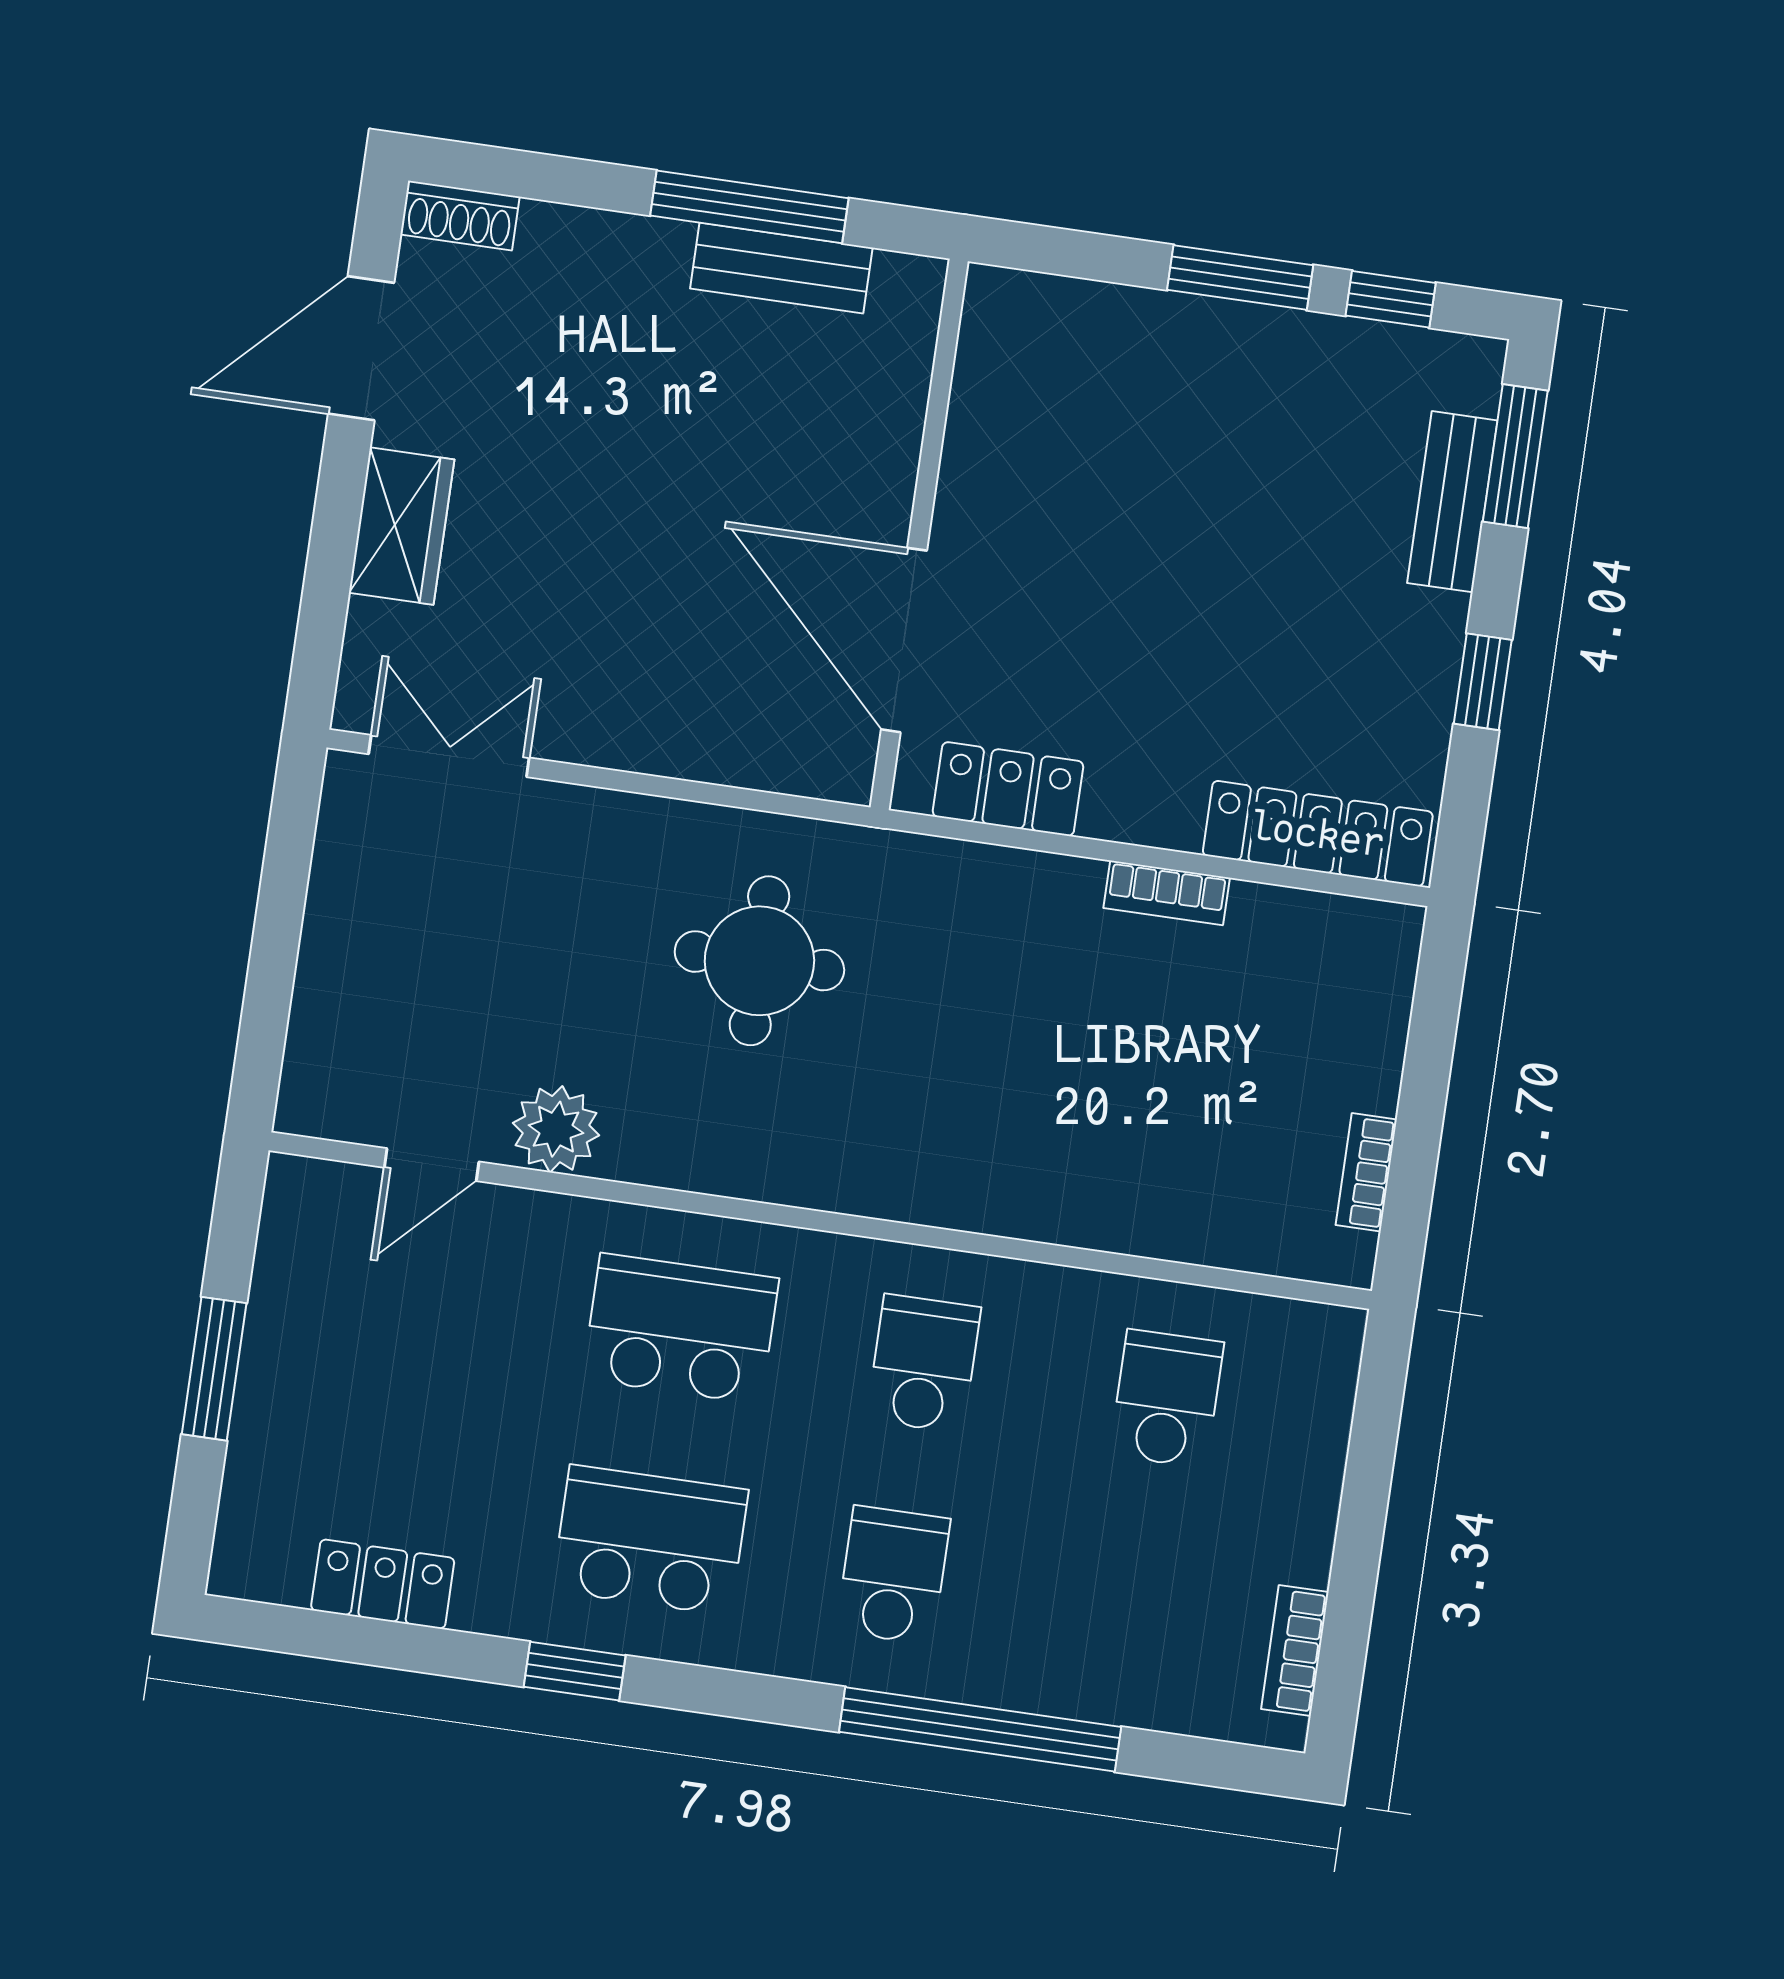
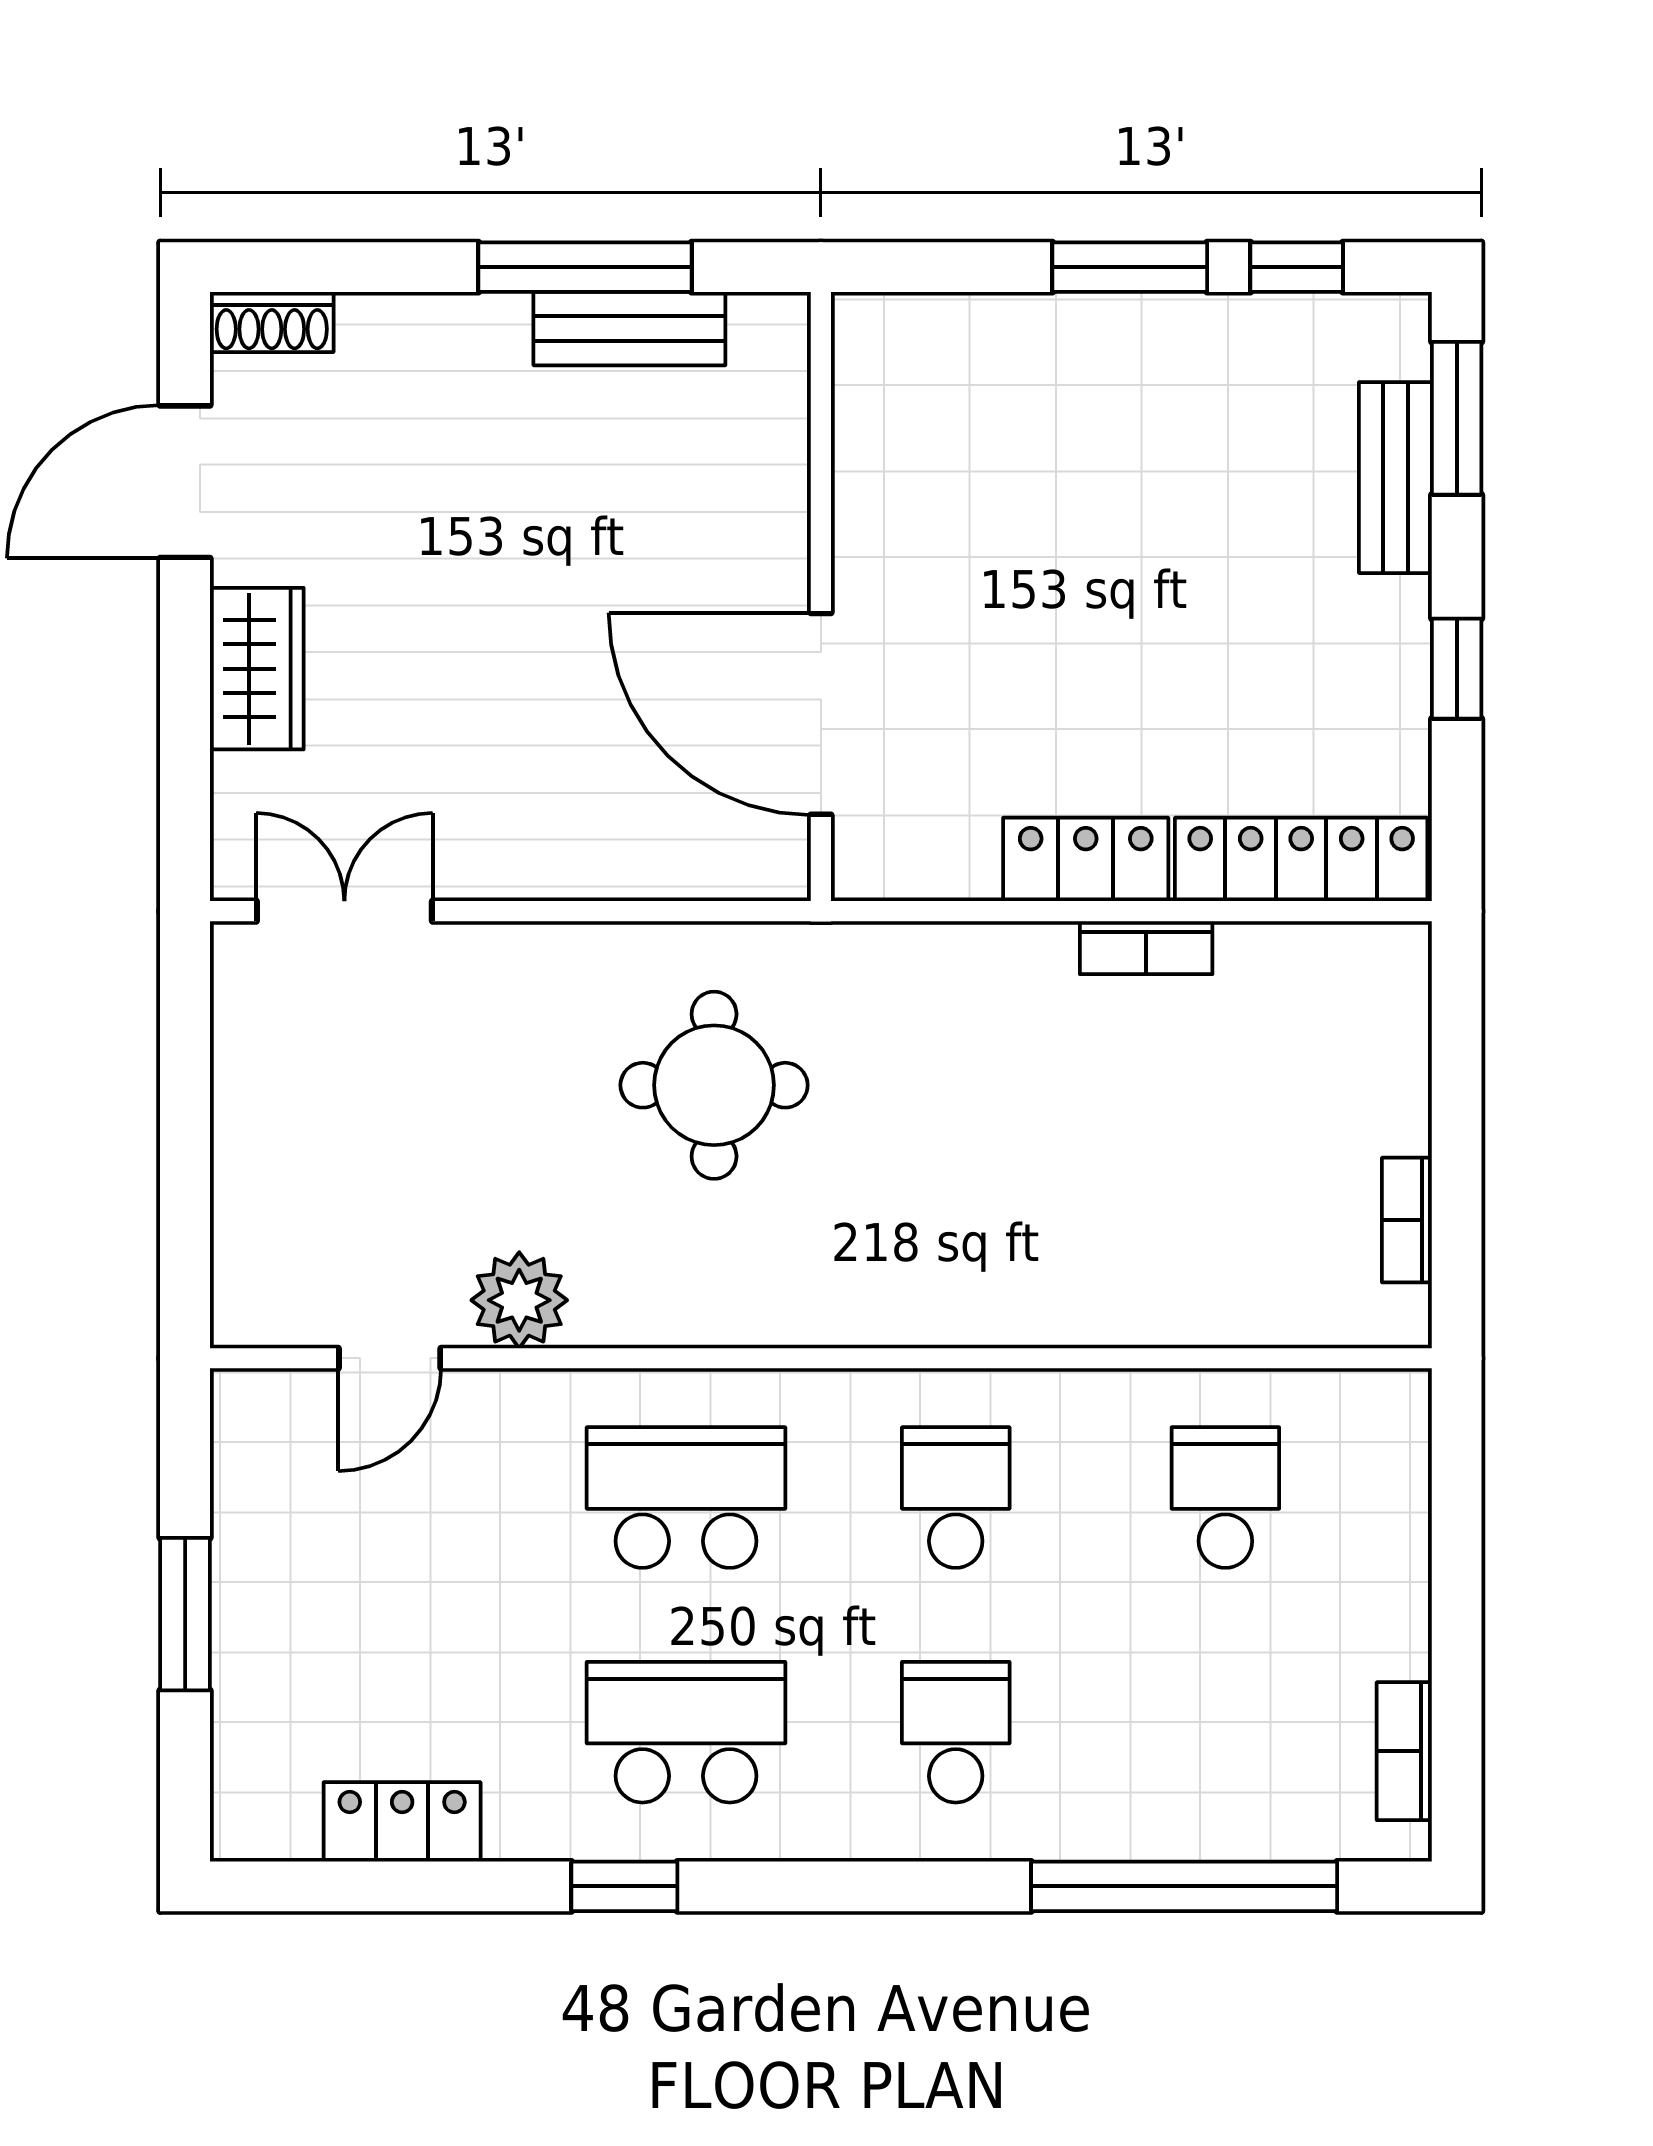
locker: (1008, 789) -> (1086, 859), moved
window: (980, 1729) -> (1184, 1886), moved

